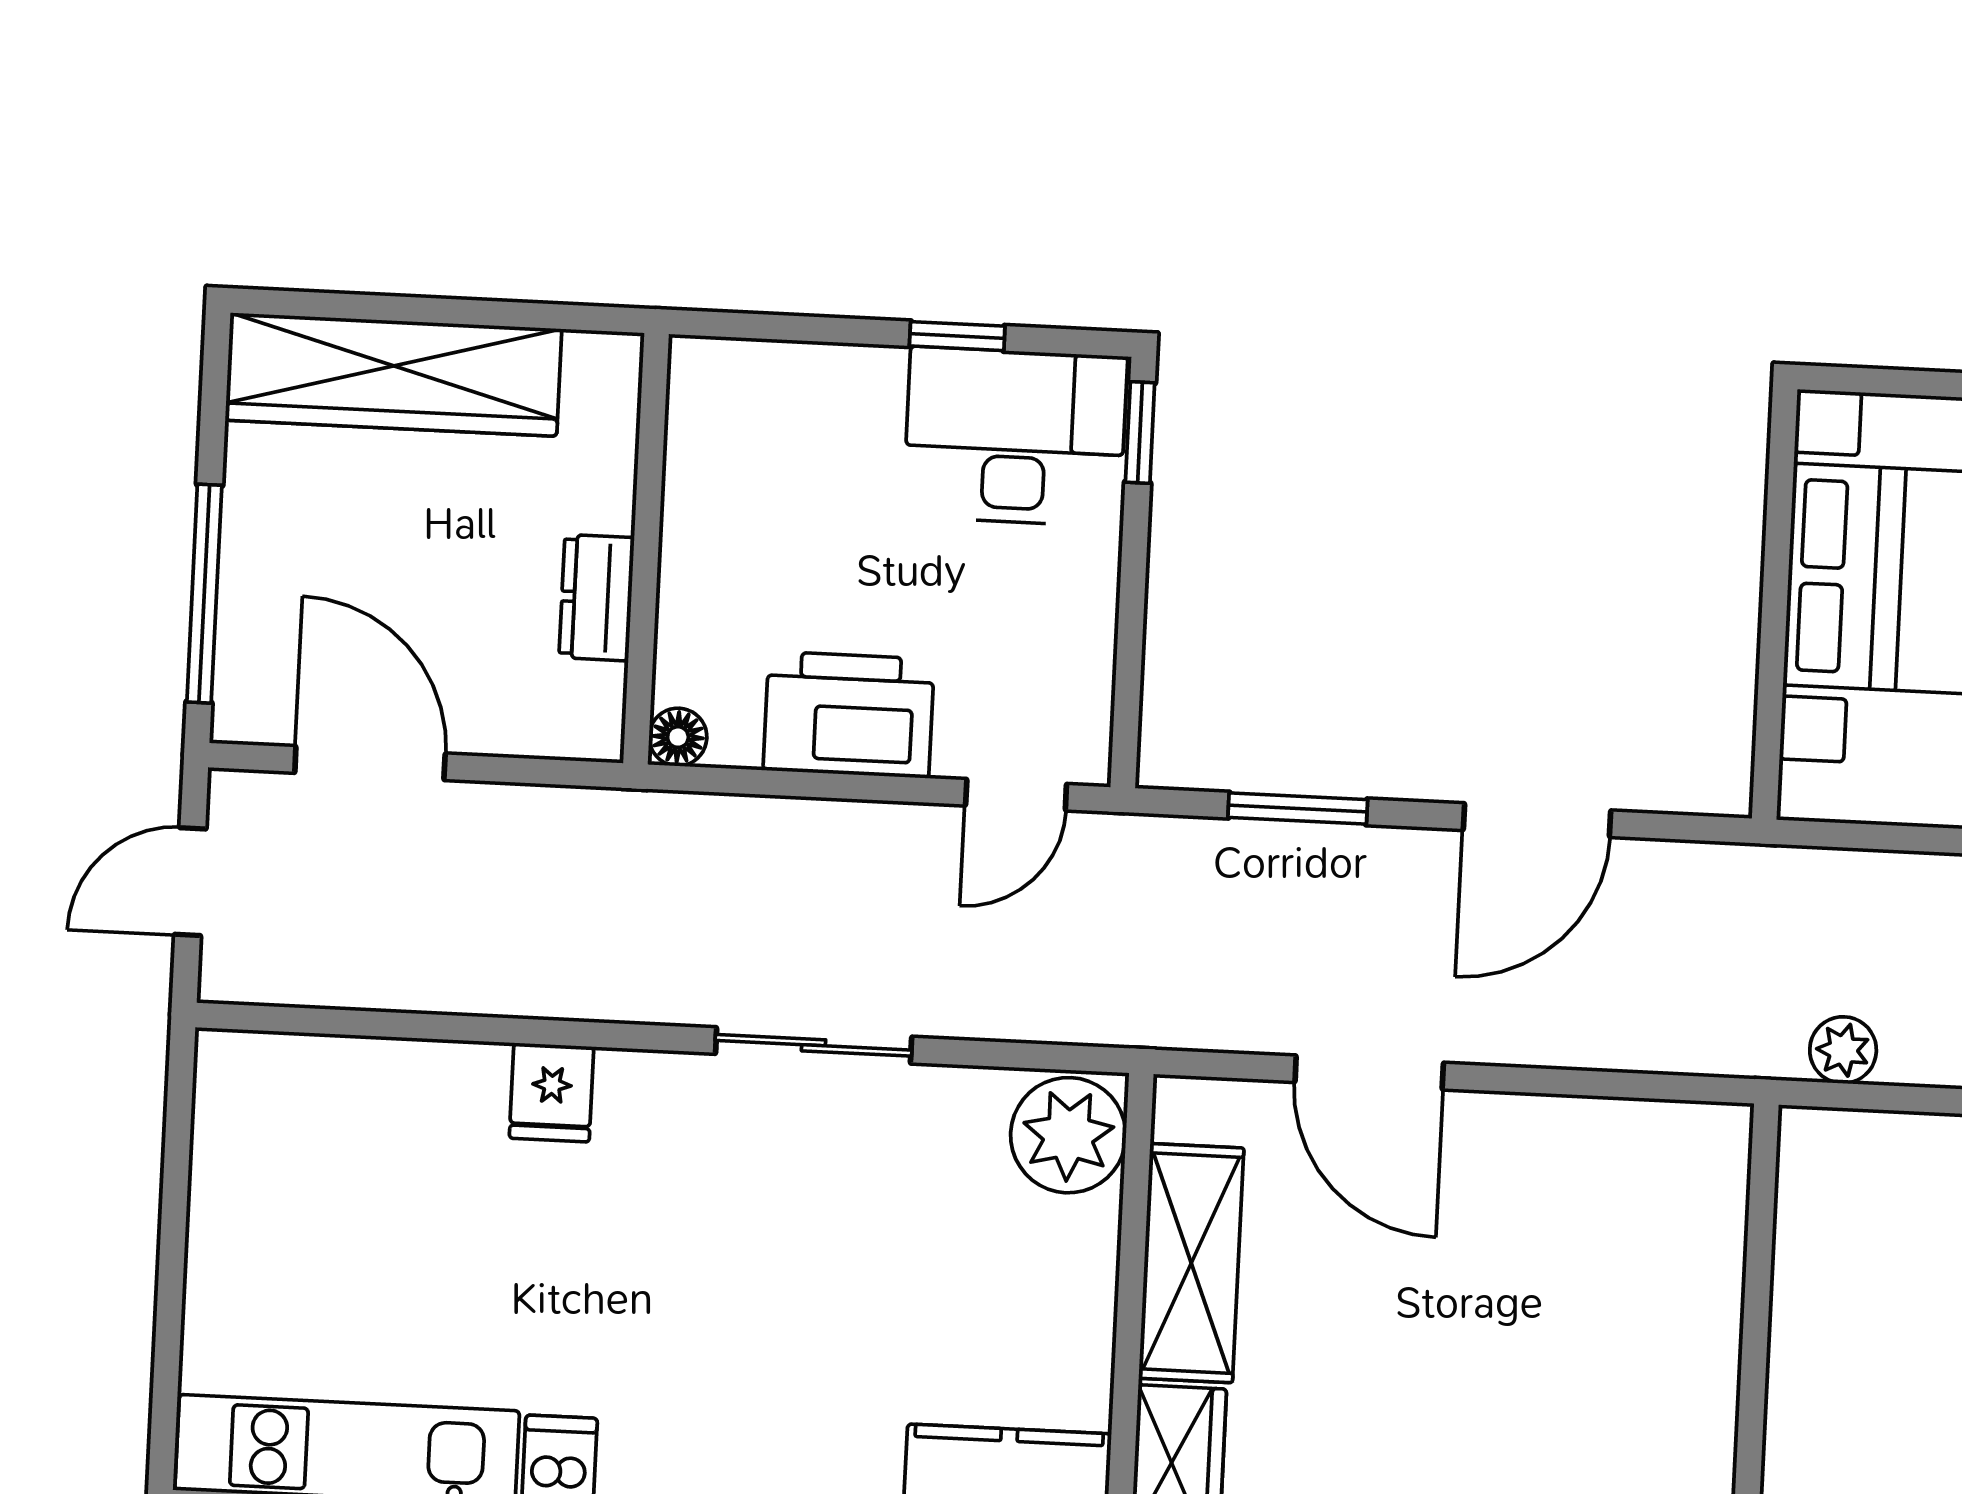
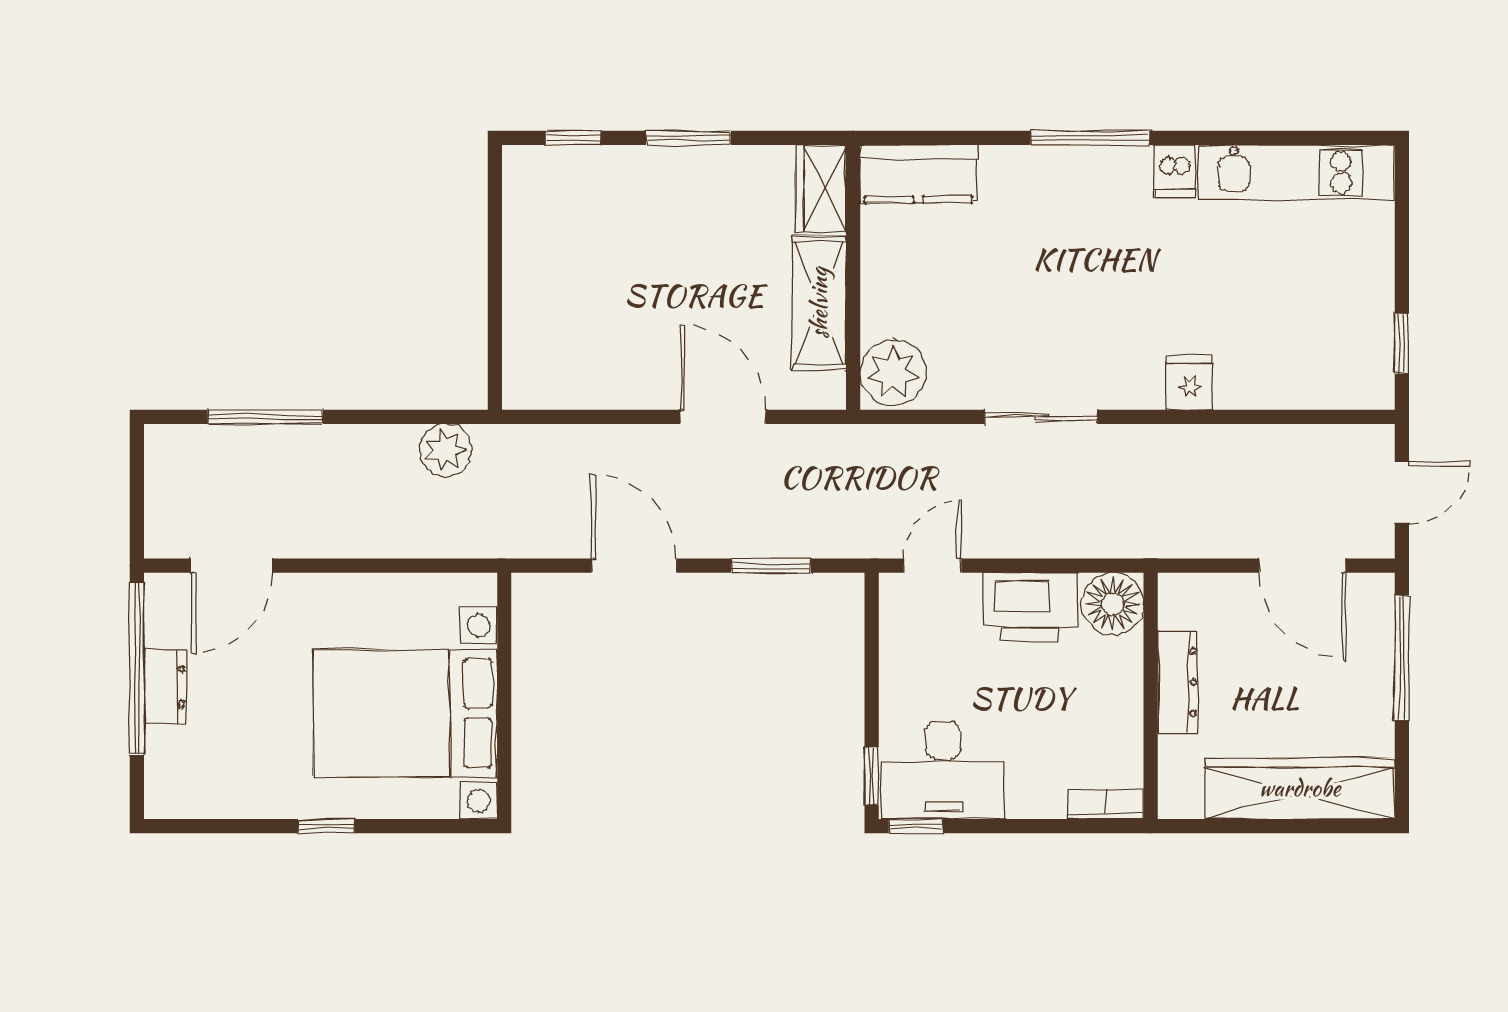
window: (957, 336) -> (916, 826), moved
bookcase: (733, 364) -> (1106, 804), added
dresser: (597, 598) -> (1178, 682), width x1.44
floor lamp: (678, 737) -> (1113, 604), width x1.89, depth x1.89
door: (1537, 820) -> (634, 566), hinge flipped
plant: (1843, 1050) -> (446, 450), width x1.38, depth x1.38
window: (177, 1142) -> (1402, 344), added

